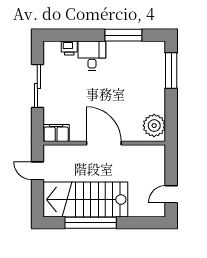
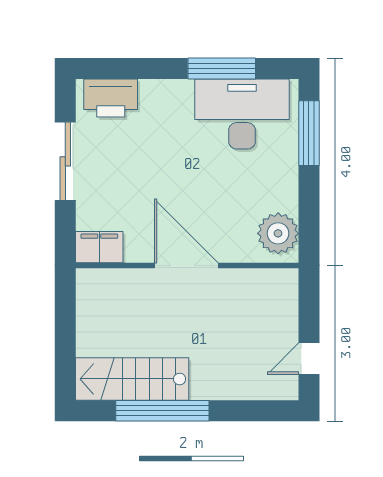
printer: (69, 48) -> (111, 98), width x1.87, depth x1.48
desk: (92, 56) -> (242, 114), moved, width x1.87, depth x1.30
door: (37, 171) -> (65, 316), removed
stairs: (85, 200) -> (132, 379), width x0.73, depth x0.66

